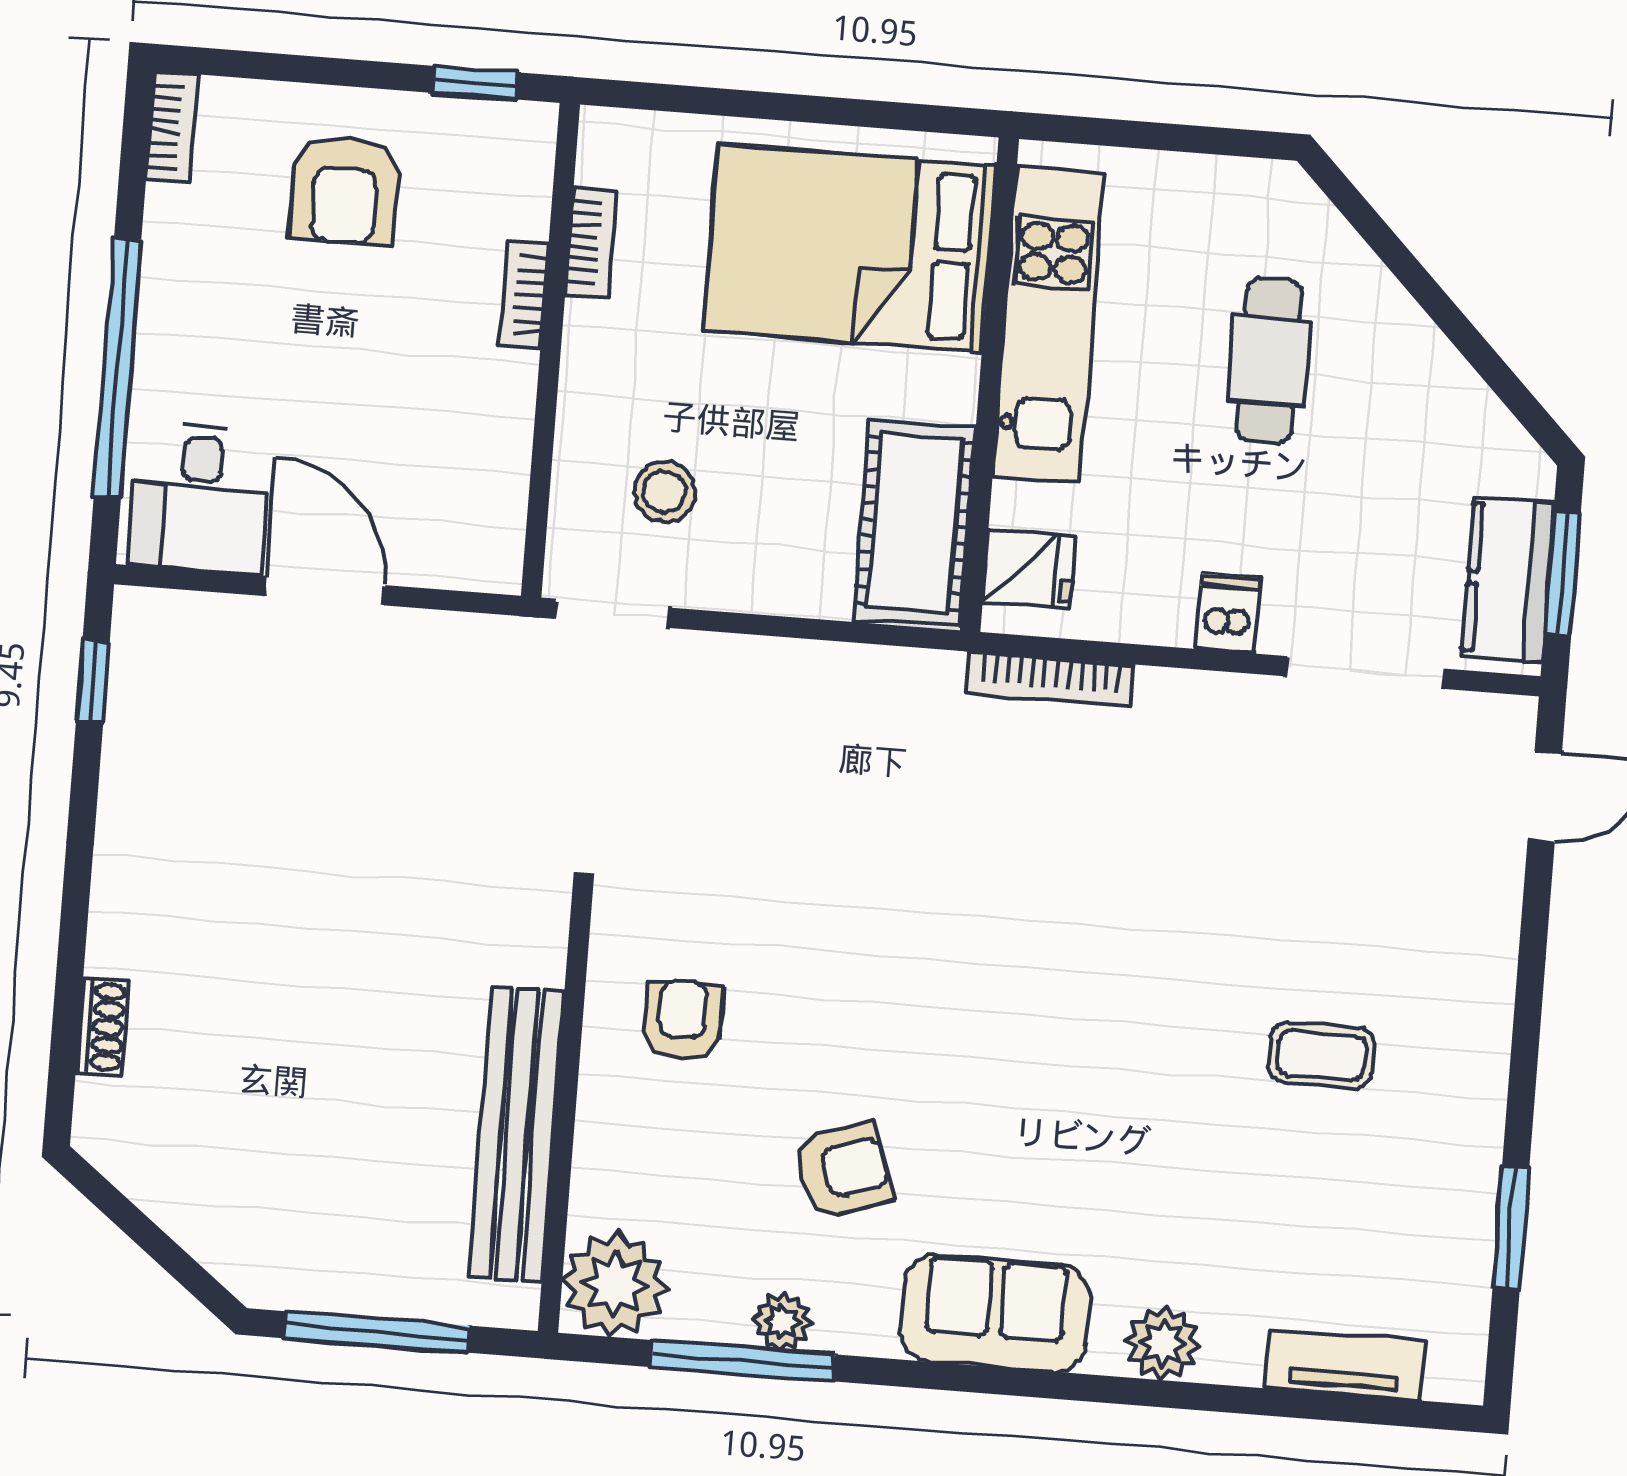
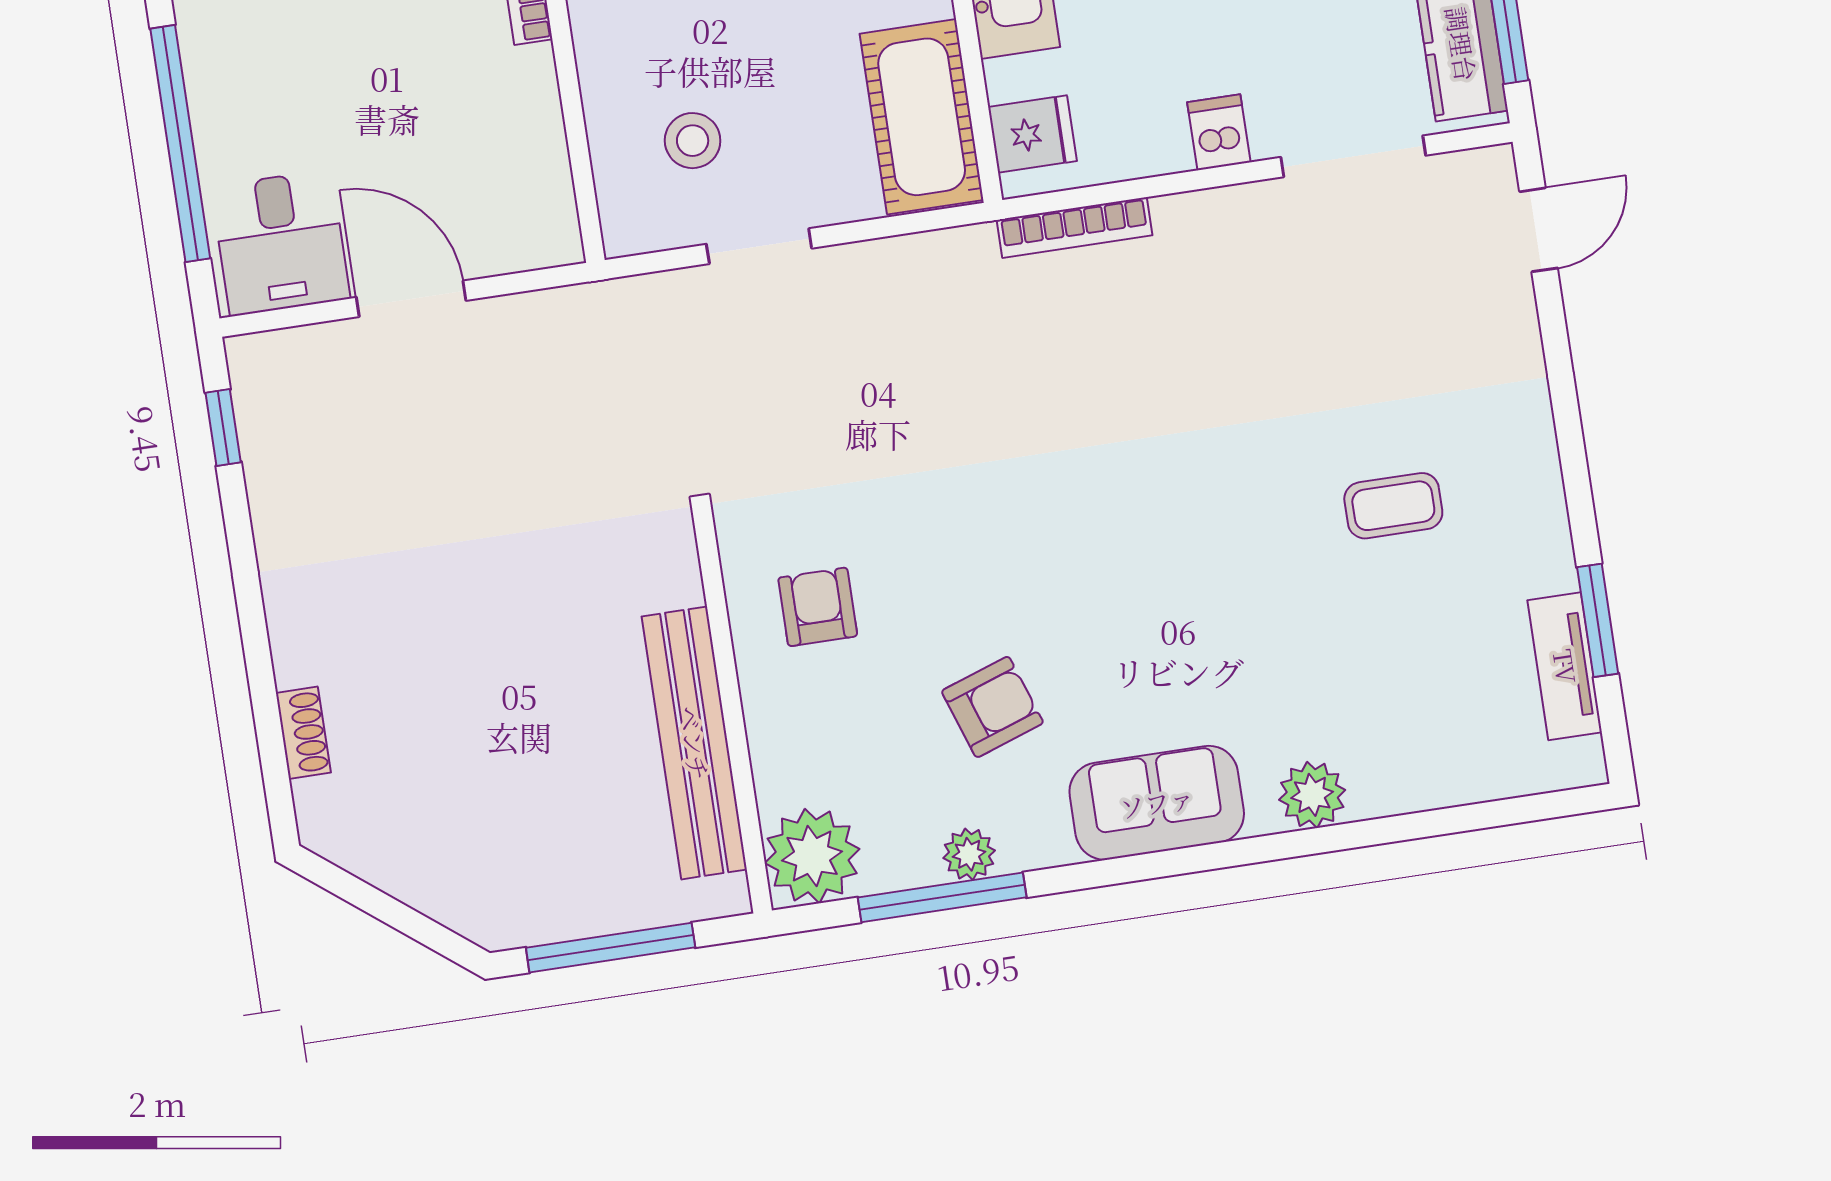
doorway: (612, 613) -> (759, 246), moved
tv unit: (1345, 1365) -> (1565, 666), moved, turned -90

